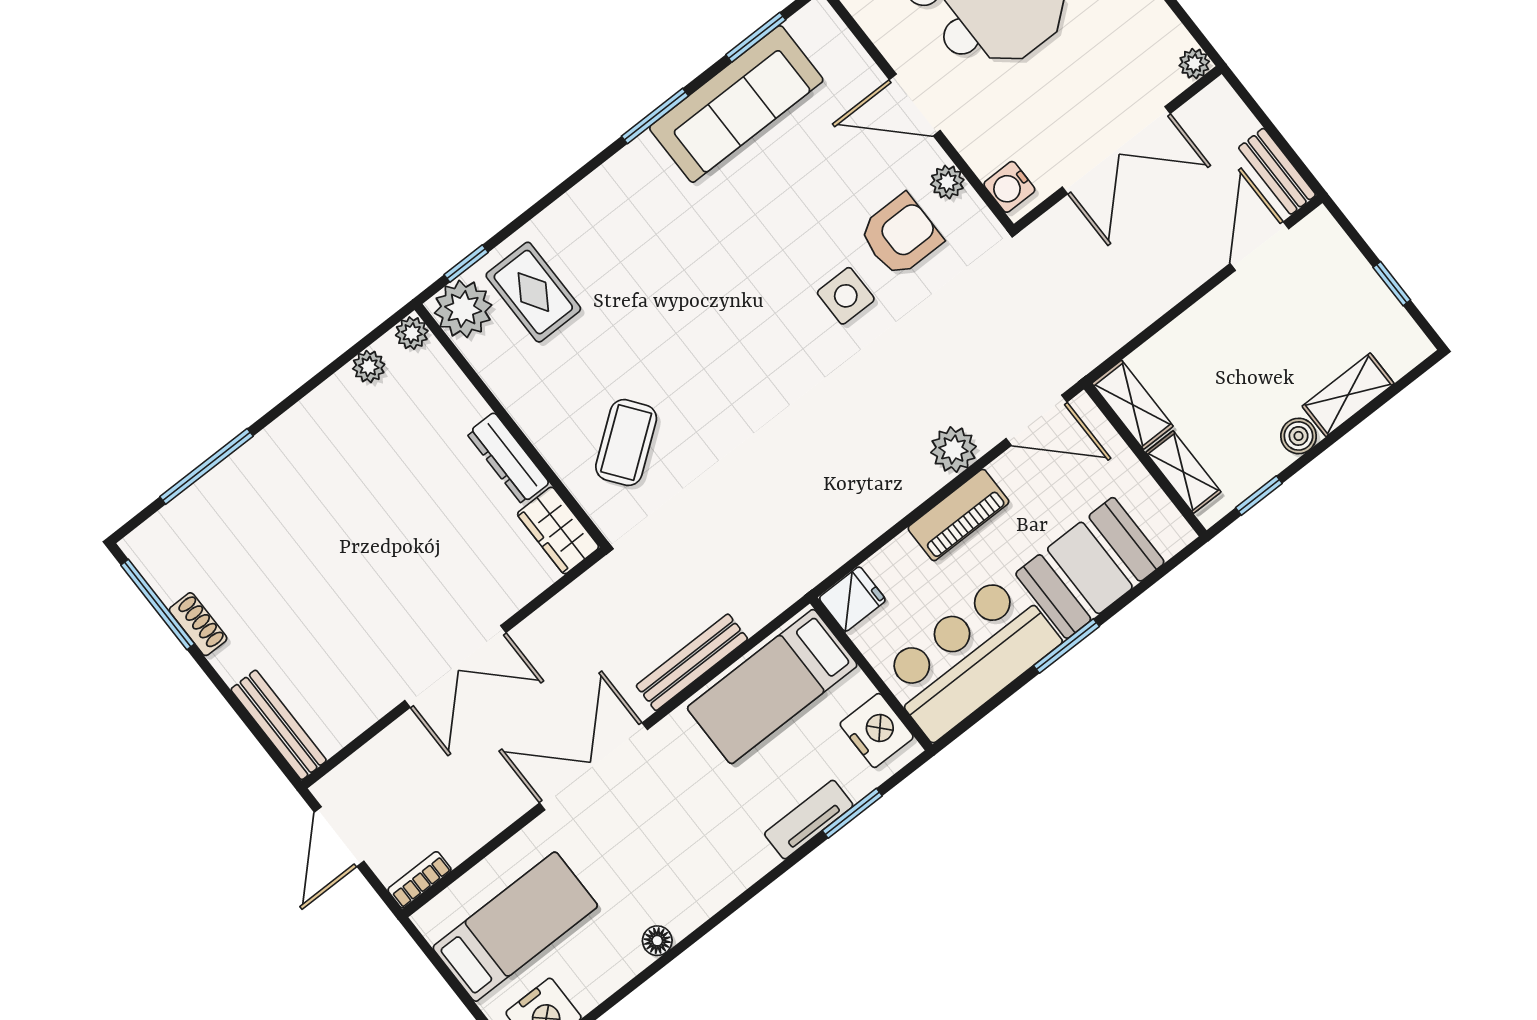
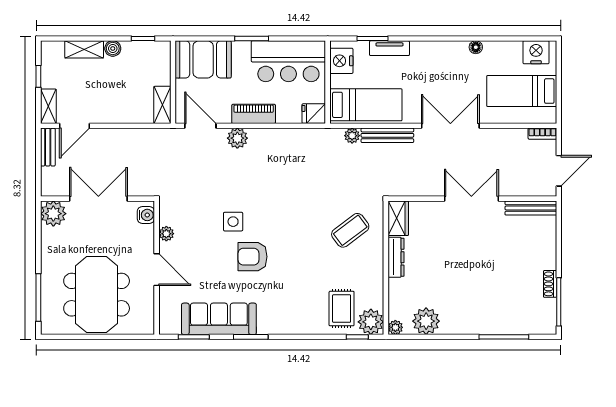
plant: (1194, 64) -> (53, 214), width x1.87, depth x1.87
armchair: (901, 235) -> (253, 257), moved
plant: (369, 367) -> (426, 321), width x1.88, depth x1.88
shelving: (1183, 472) -> (48, 106), moved
booth: (1090, 568) -> (203, 59), moved
plant: (754, 613) -> (352, 136), added
bench: (279, 725) -> (531, 208), moved, turned 90
double door: (593, 766) -> (450, 126), swing flipped

